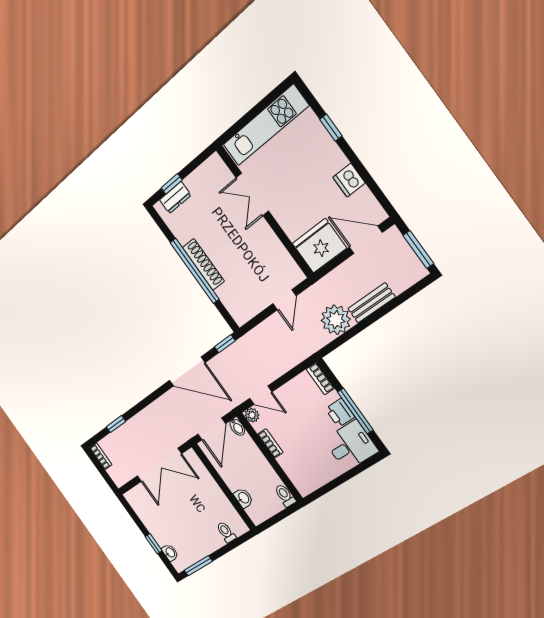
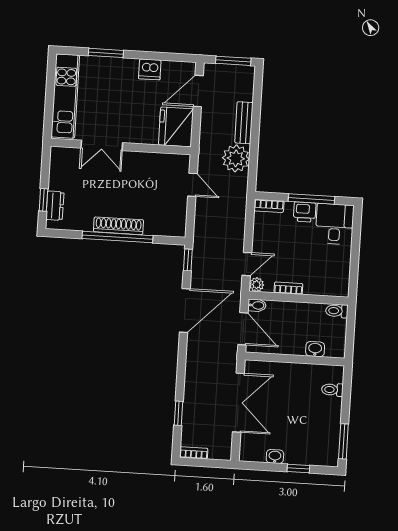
window: (331, 128) -> (106, 53), width x1.50
washbasin: (170, 553) -> (275, 456), moved

